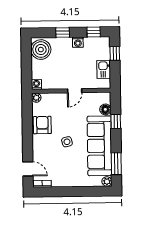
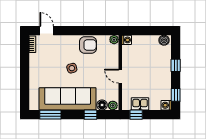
washing machine: (78, 42) -> (166, 105), moved
boiler: (41, 50) -> (164, 40), width x0.54, depth x0.54
window: (115, 53) -> (136, 115), moved
door: (28, 169) -> (47, 31), swing flipped
plant: (107, 181) -> (113, 105), moved

